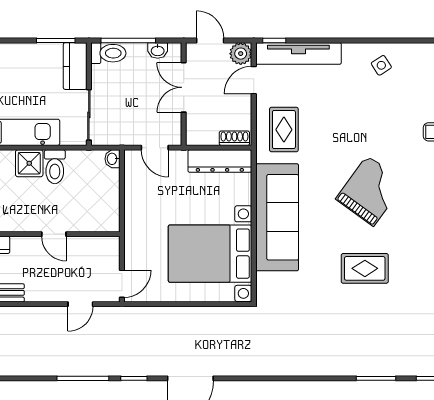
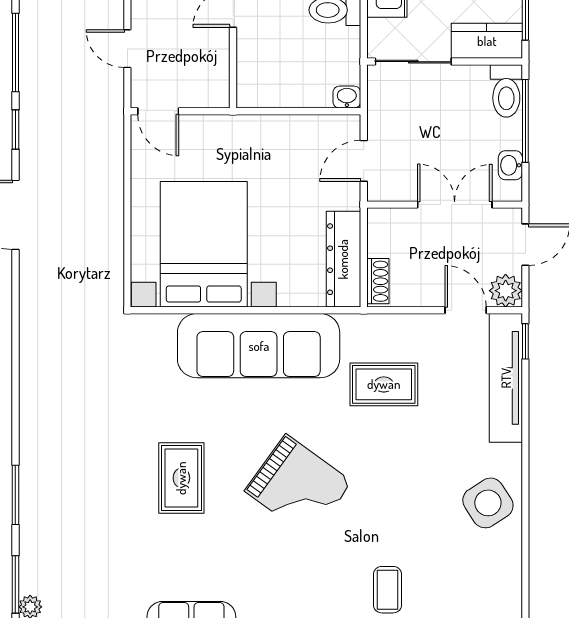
side table: (381, 65) -> (488, 503), width x1.87, depth x1.87
rug: (284, 130) -> (384, 384), moved

